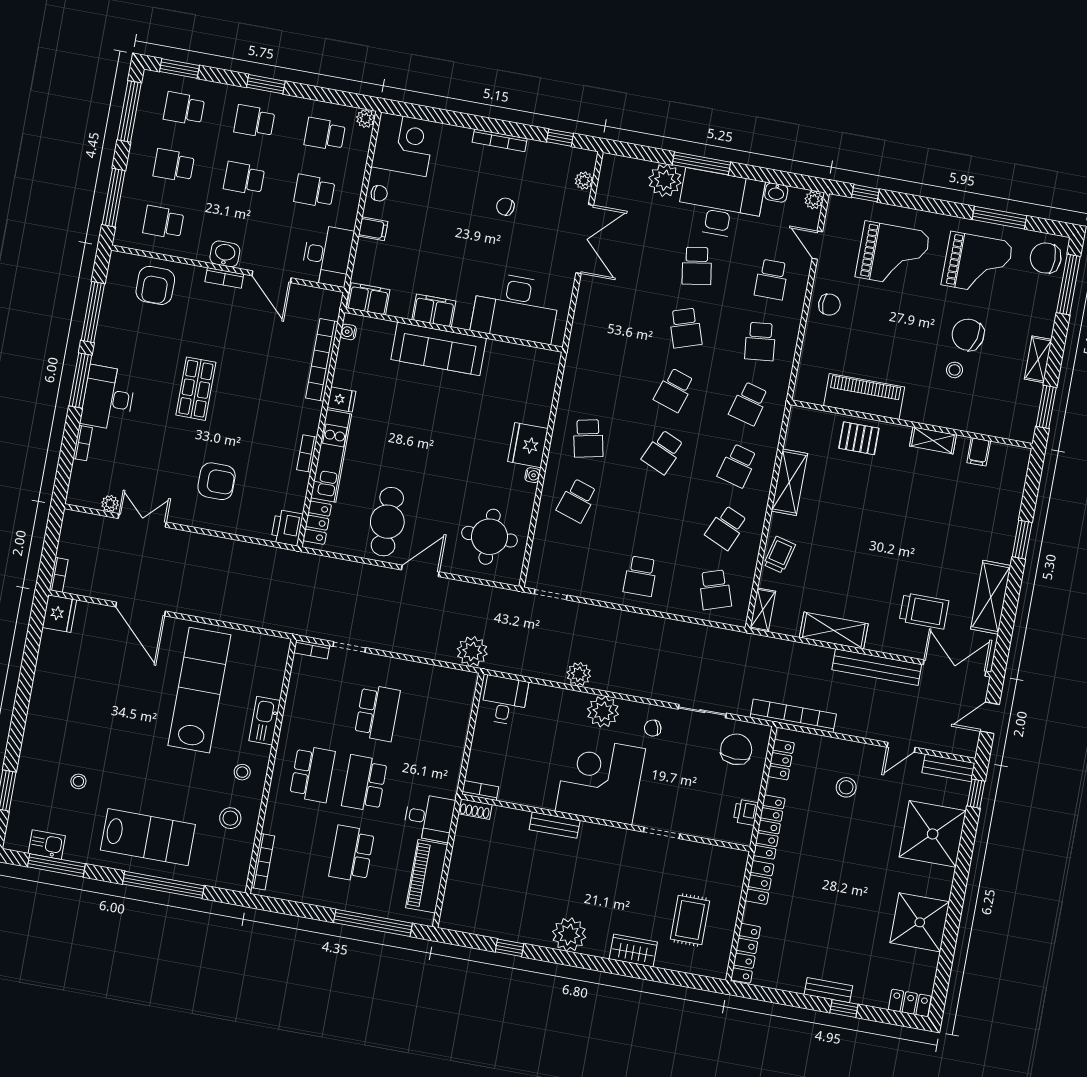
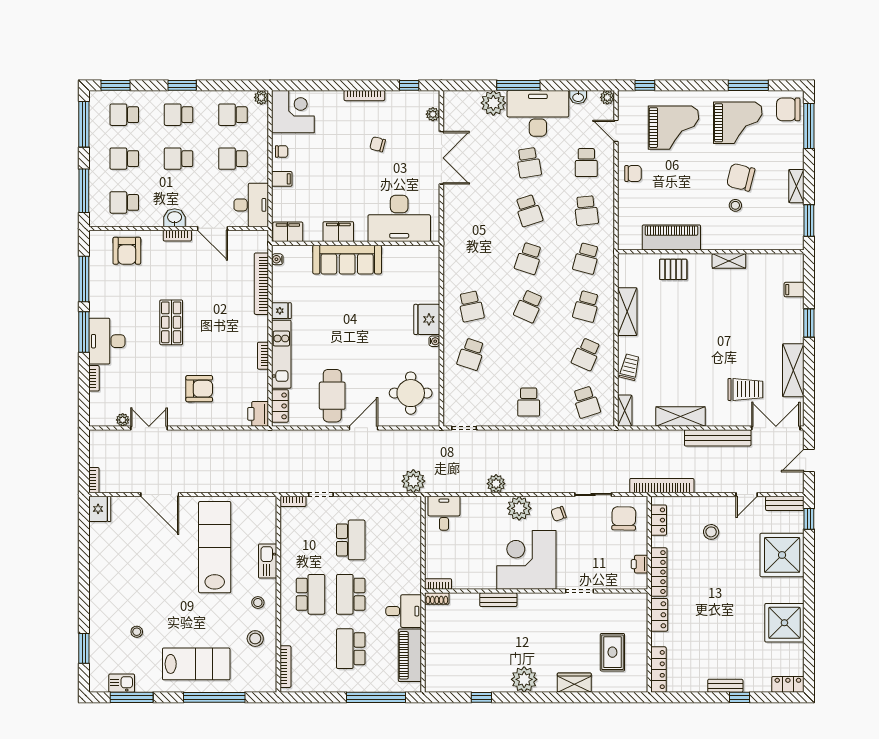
filing cabinet: (979, 452) -> (794, 290), moved, turned 90

